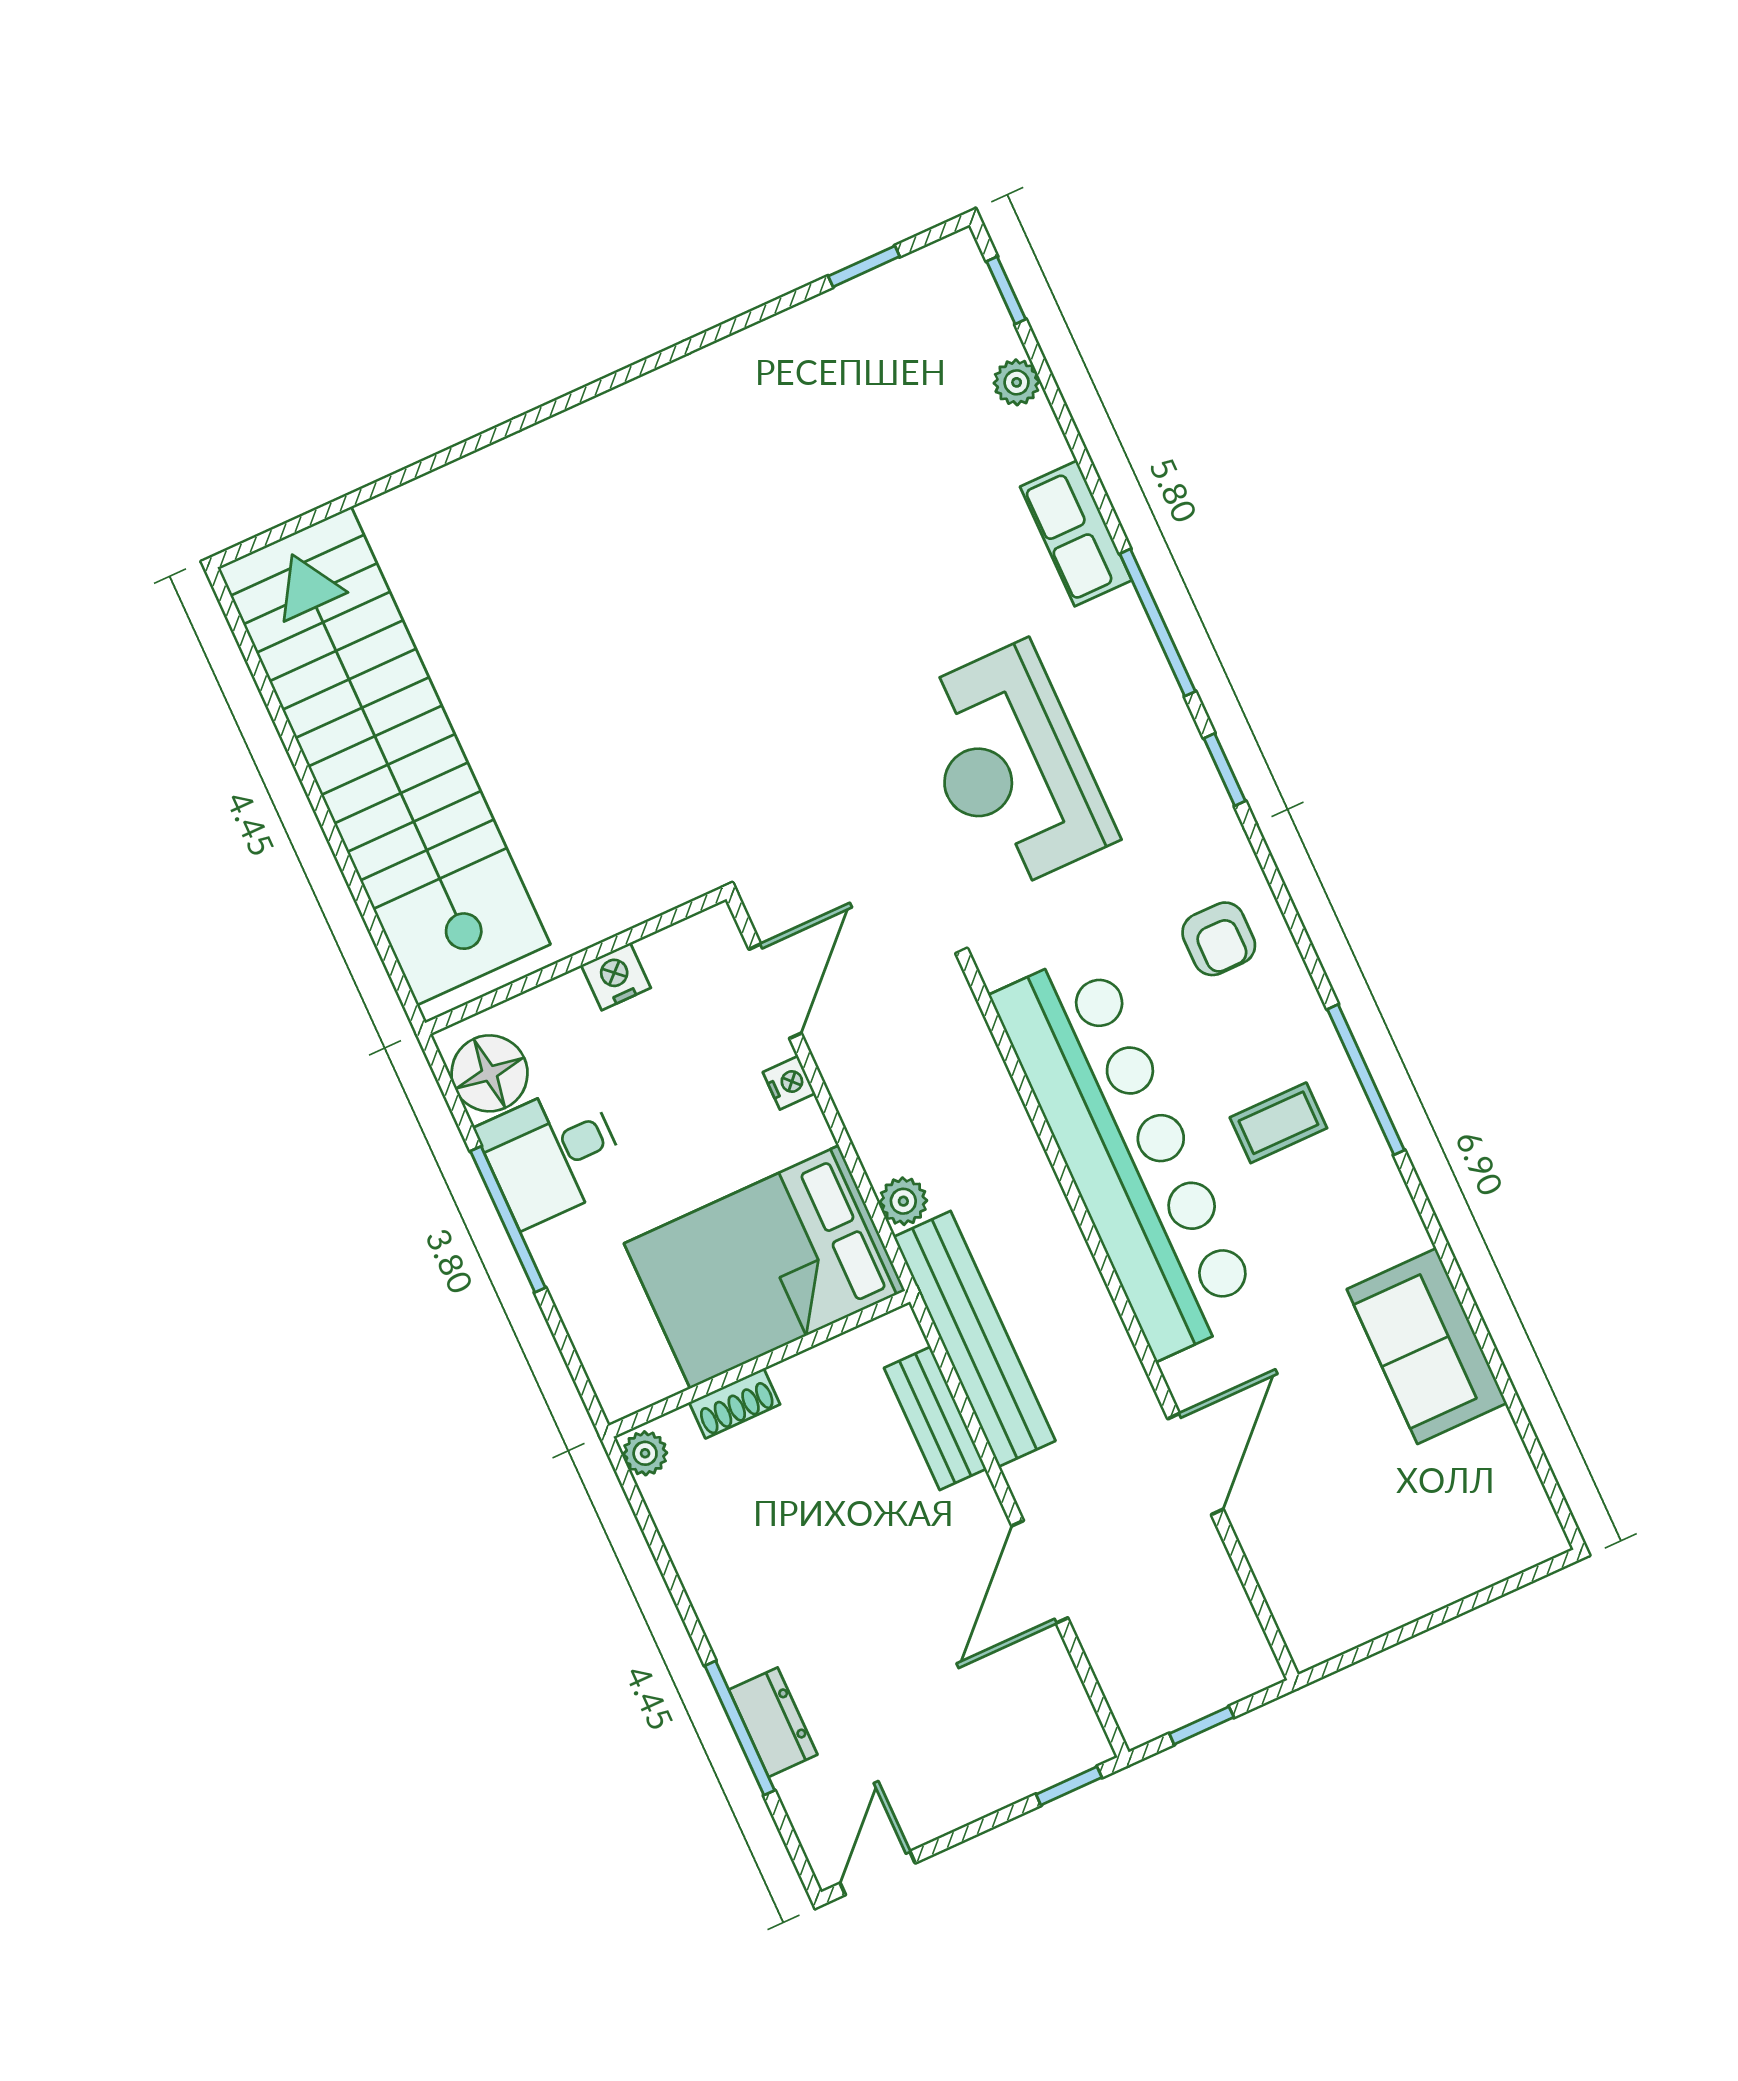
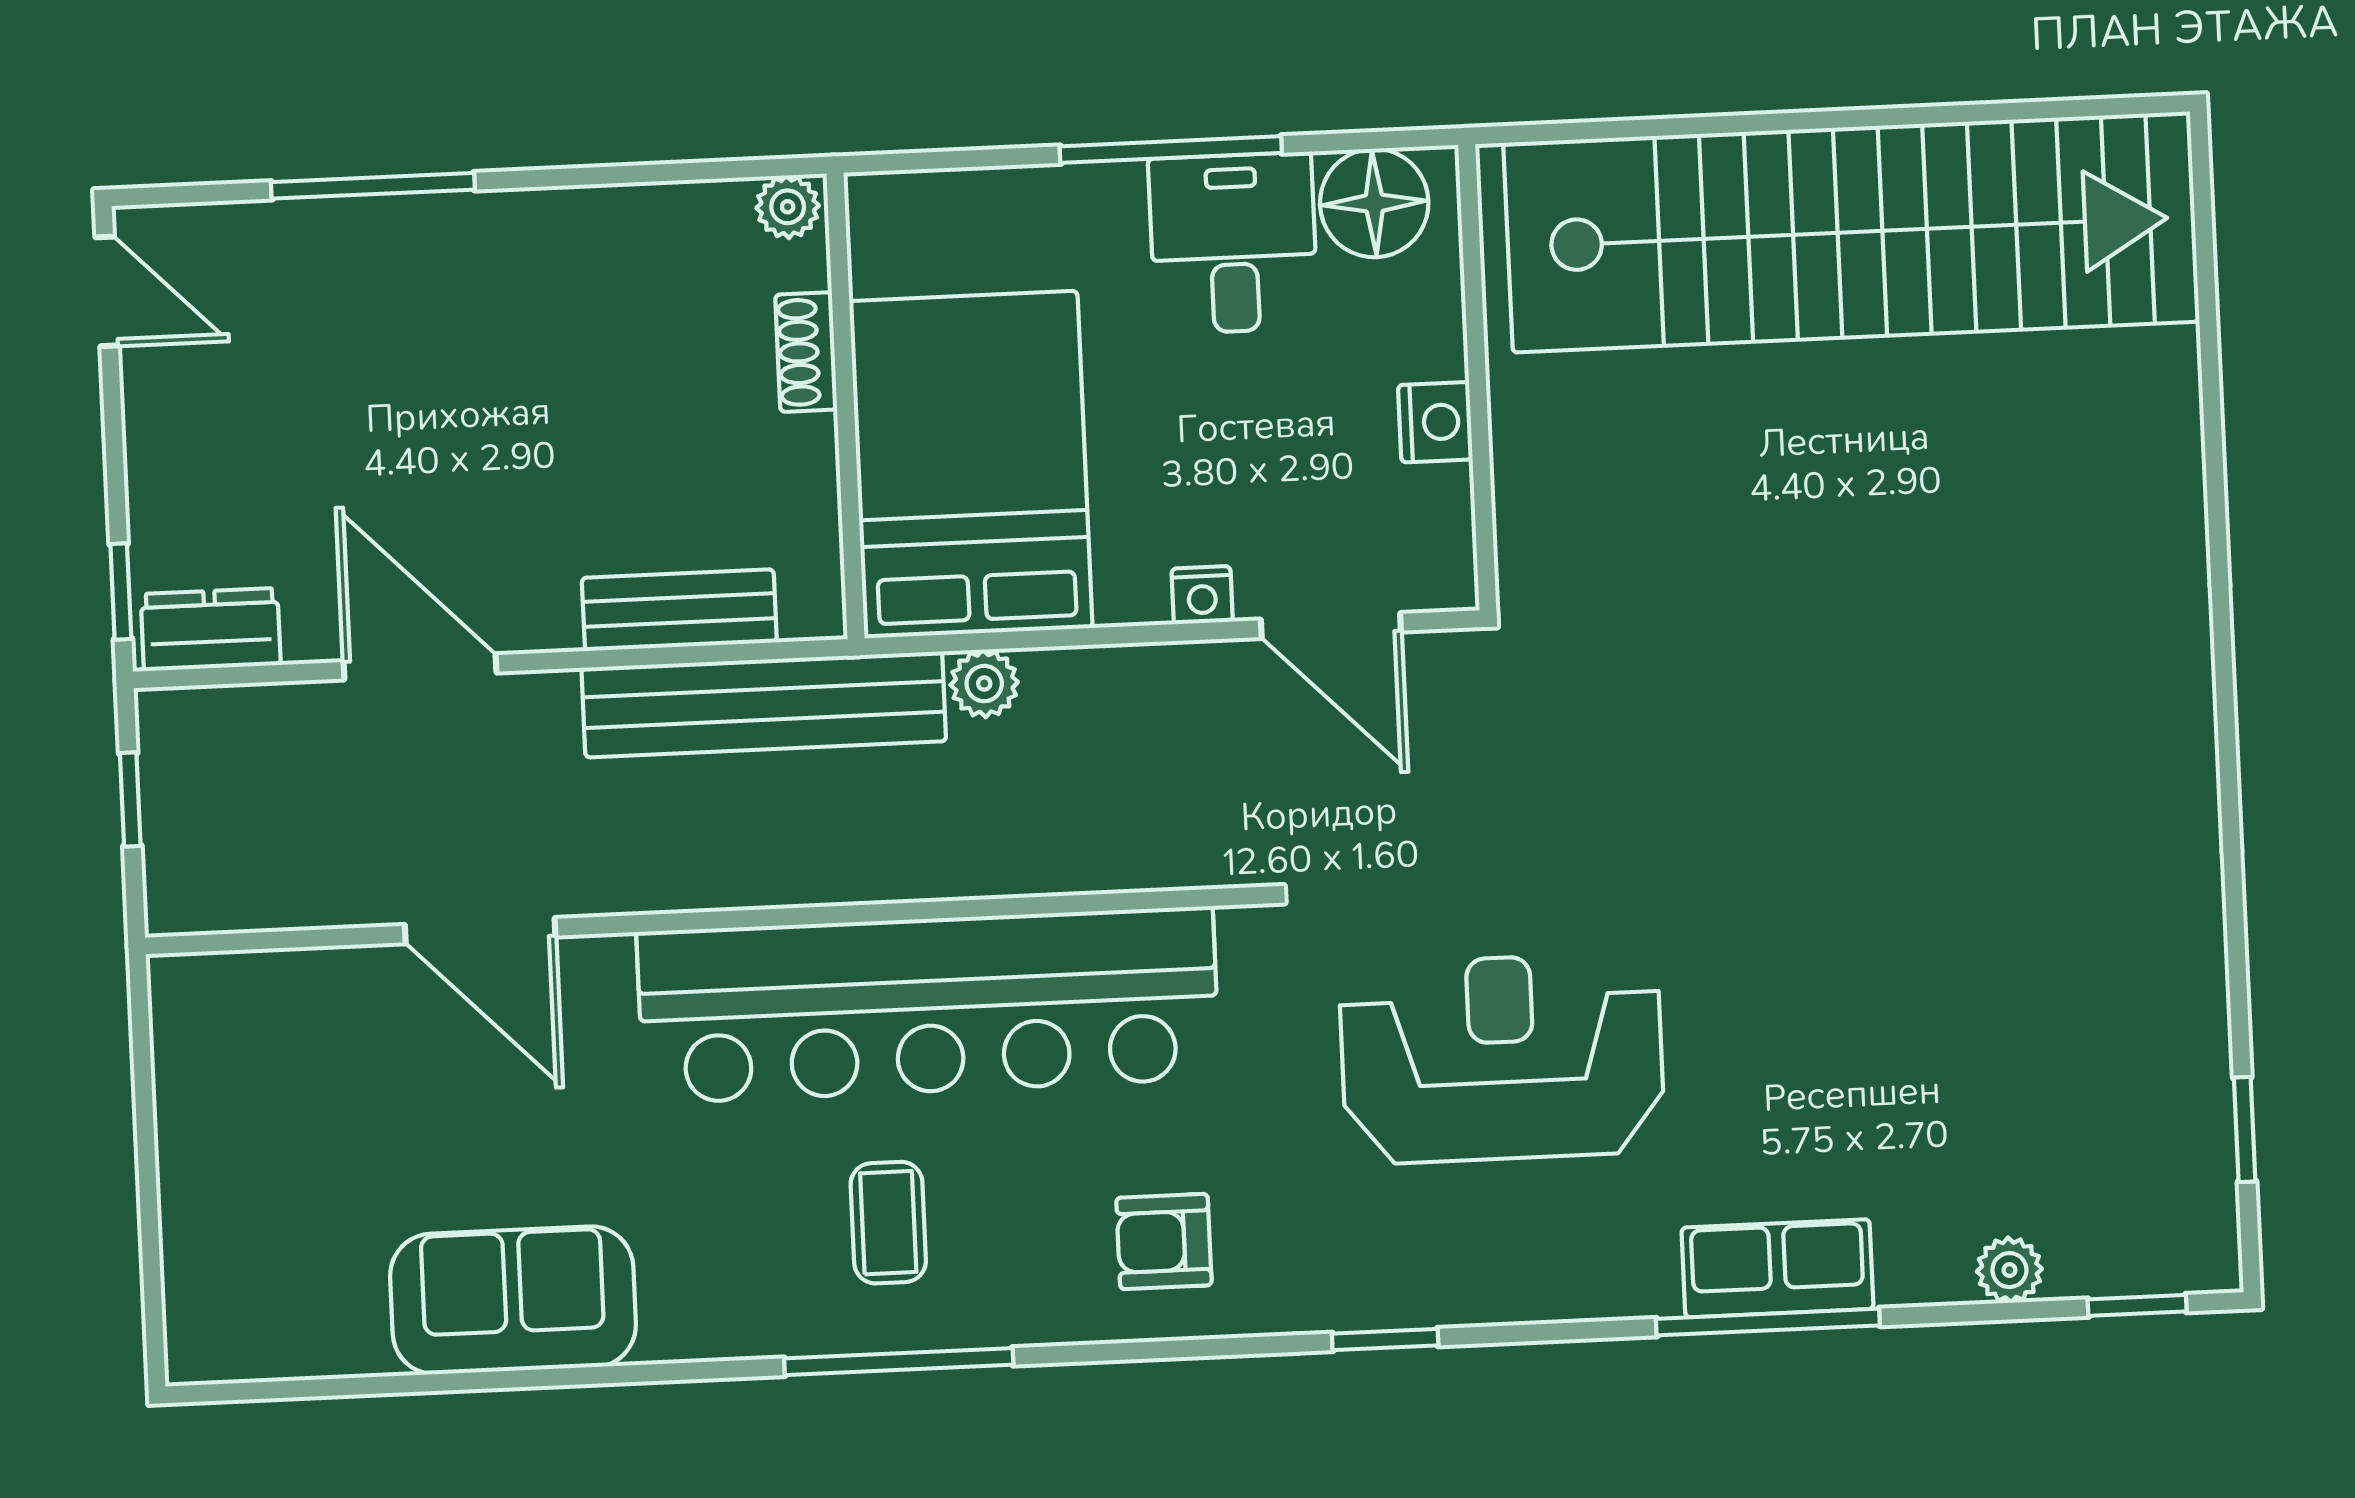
window: (1158, 623) -> (1768, 1322), moved
dresser: (773, 1722) -> (211, 629), moved, turned 180

